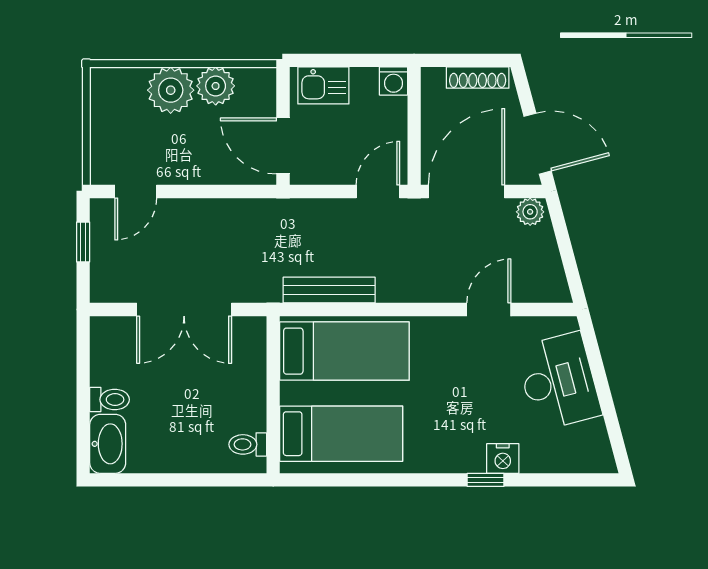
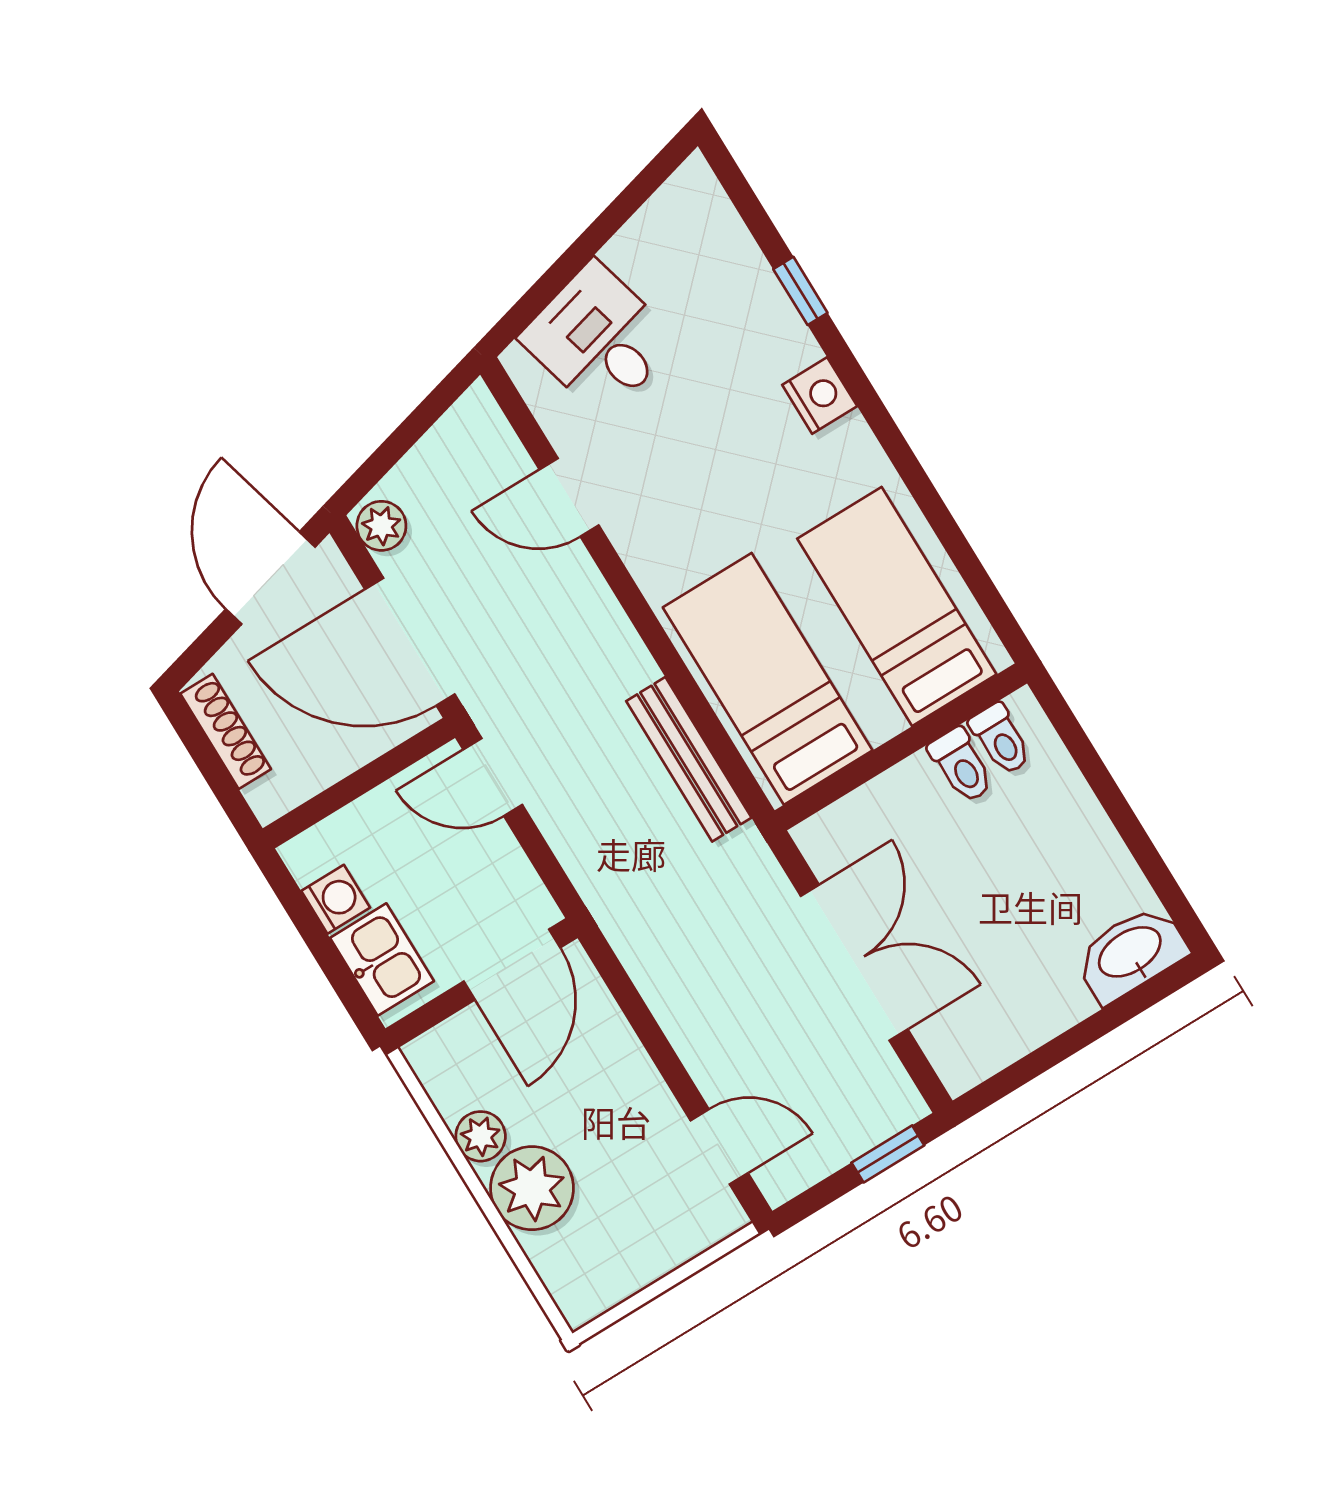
washing machine: (394, 81) -> (336, 899), moved
plant: (216, 86) -> (481, 1136), width x0.73, depth x0.73
window: (83, 242) -> (888, 1154), moved
desk: (559, 381) -> (599, 339), width x0.73
toilet: (109, 400) -> (961, 765), moved, turned 180
nightstand: (503, 459) -> (820, 396), moved
window: (486, 480) -> (800, 291), moved

